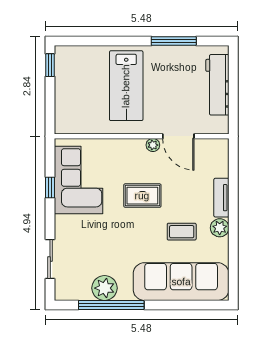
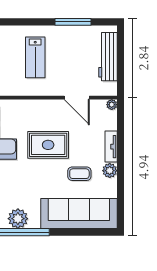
lab bench: (126, 86) -> (35, 57), width x0.73, depth x0.72
plant: (153, 145) -> (112, 105), moved
rug: (142, 196) -> (48, 145), width x1.36, depth x1.43

